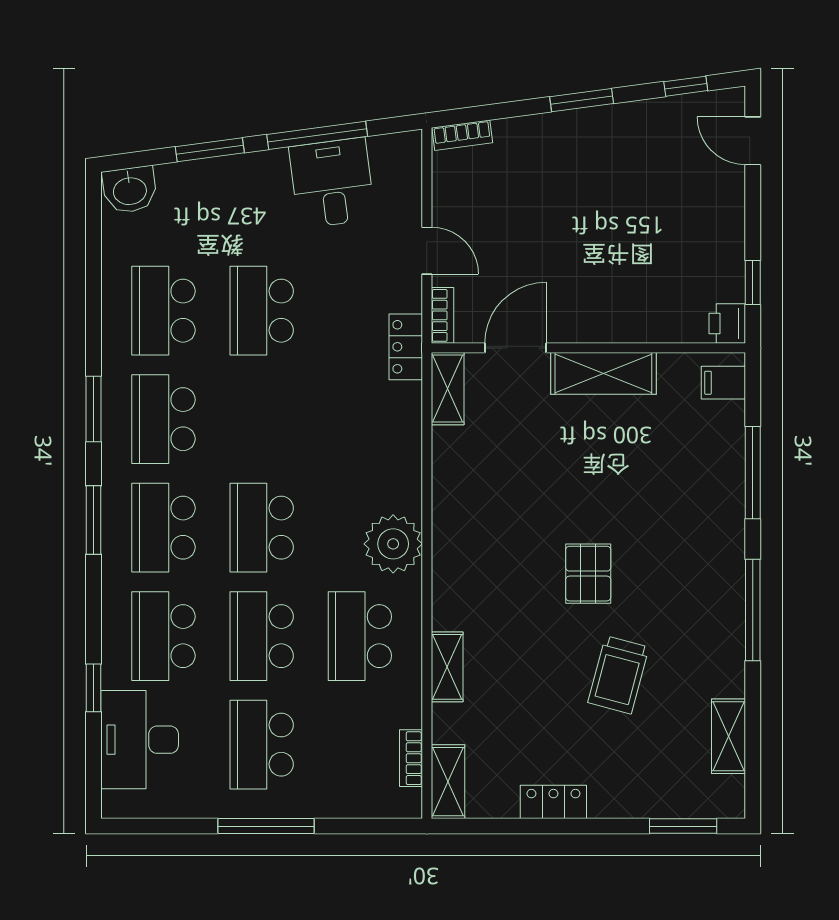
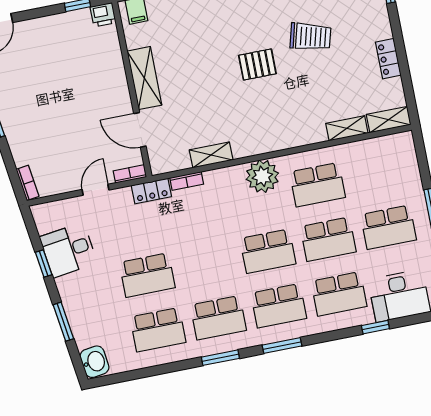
window: (317, 135) -> (44, 264), width x0.46
shelving: (448, 389) -> (211, 155), moved
shelving: (447, 667) -> (347, 128), moved
bookcase: (411, 758) -> (187, 181), moved

